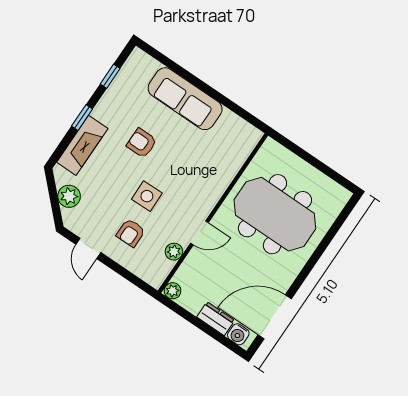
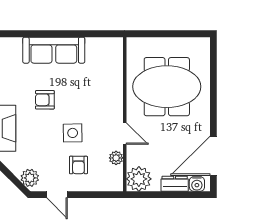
plant: (69, 196) -> (30, 178), moved
door: (200, 233) -> (125, 134), hinge flipped
plant: (173, 291) -> (139, 179), width x1.87, depth x1.87

